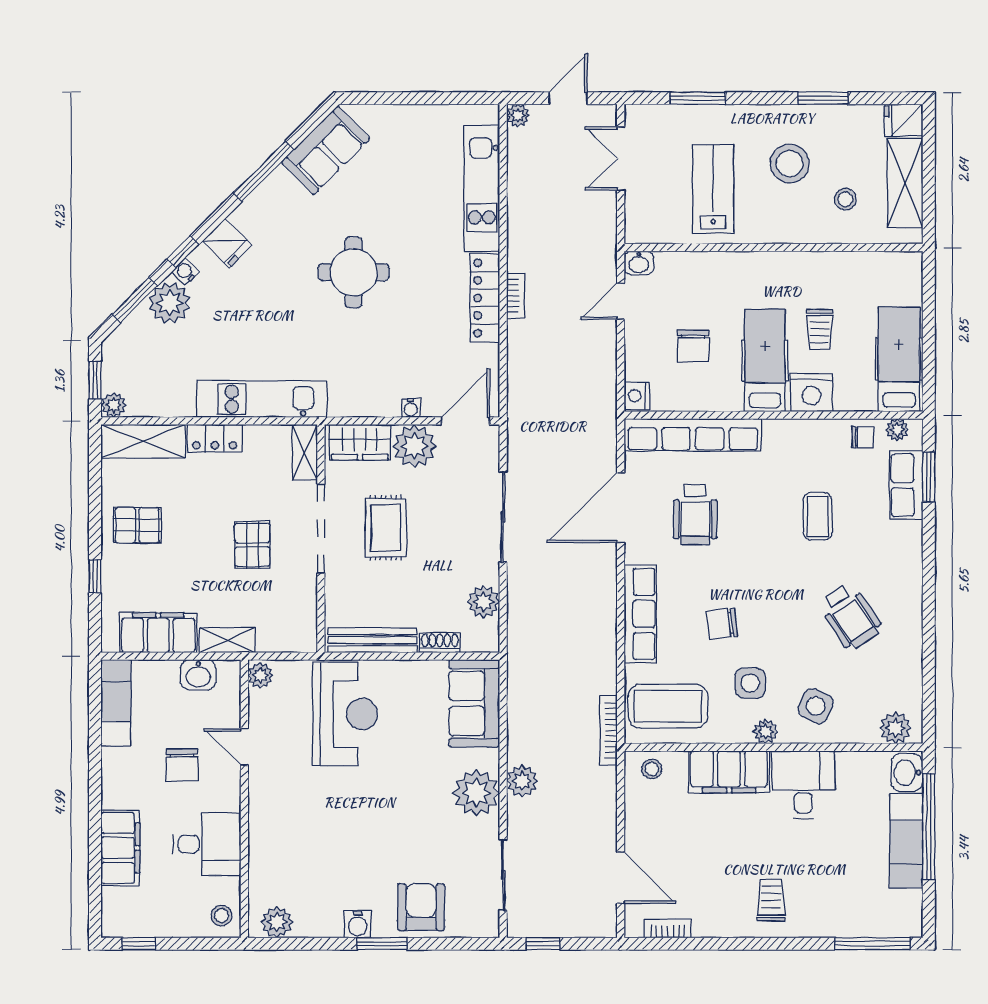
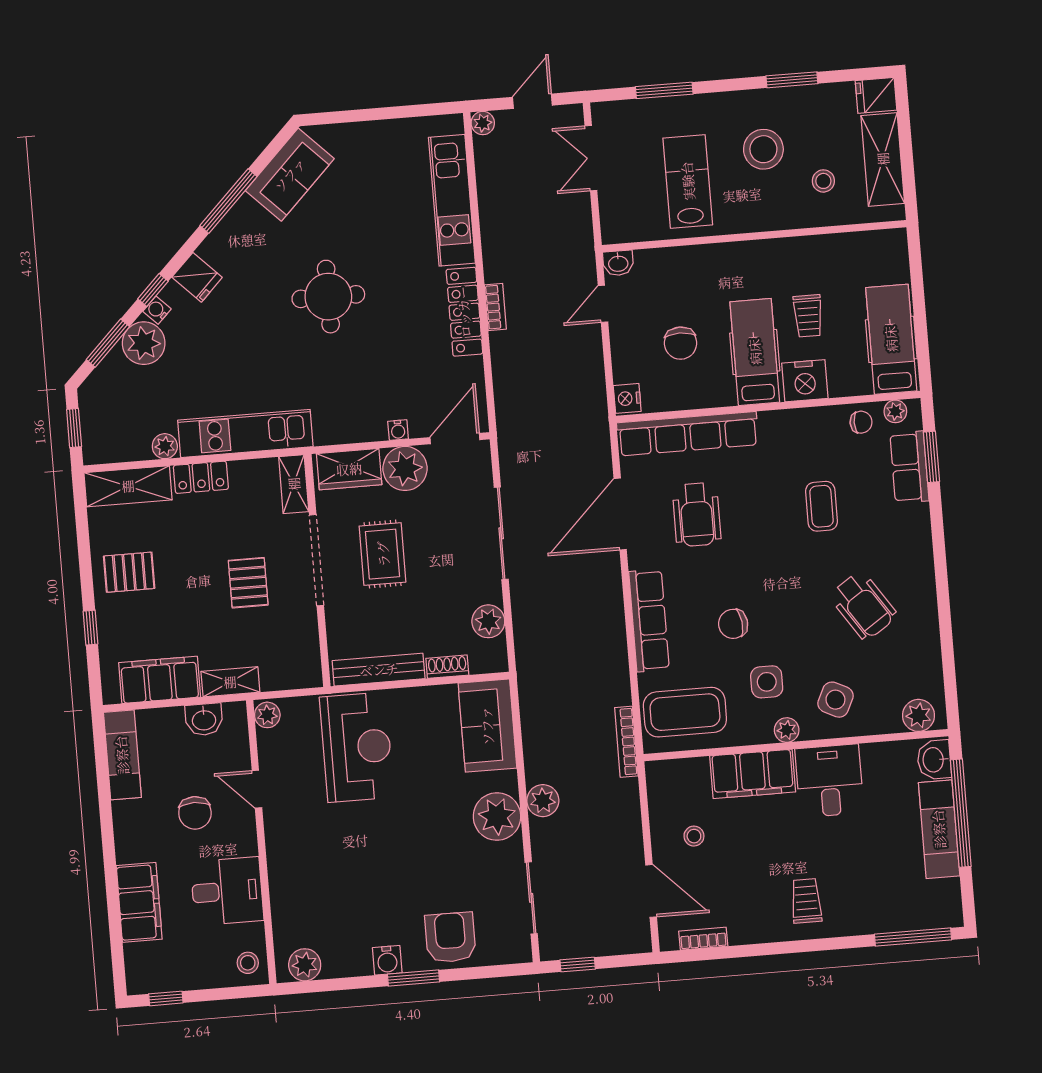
plant: (114, 405) -> (165, 446), moved
stool: (652, 769) -> (694, 836), moved

